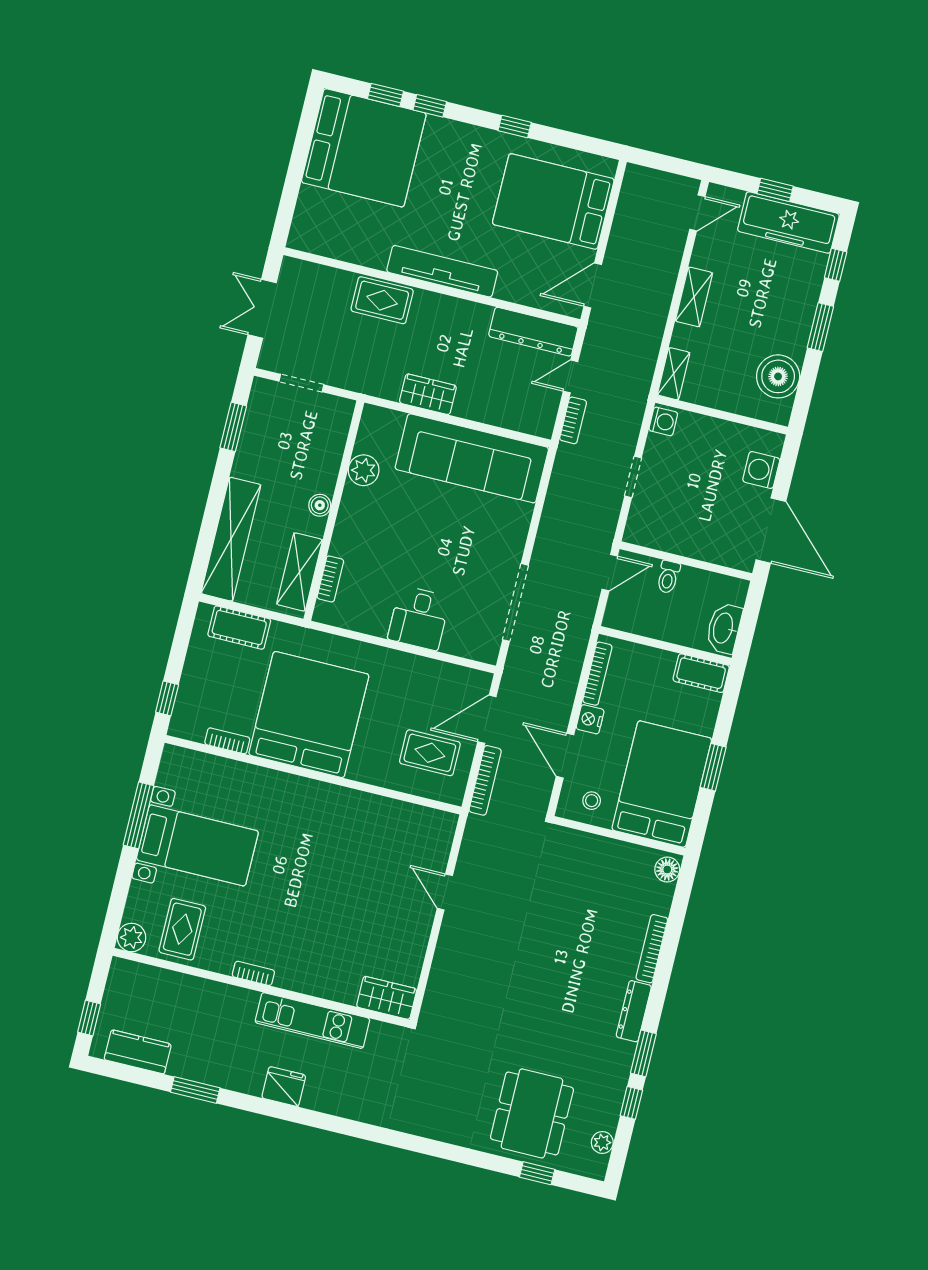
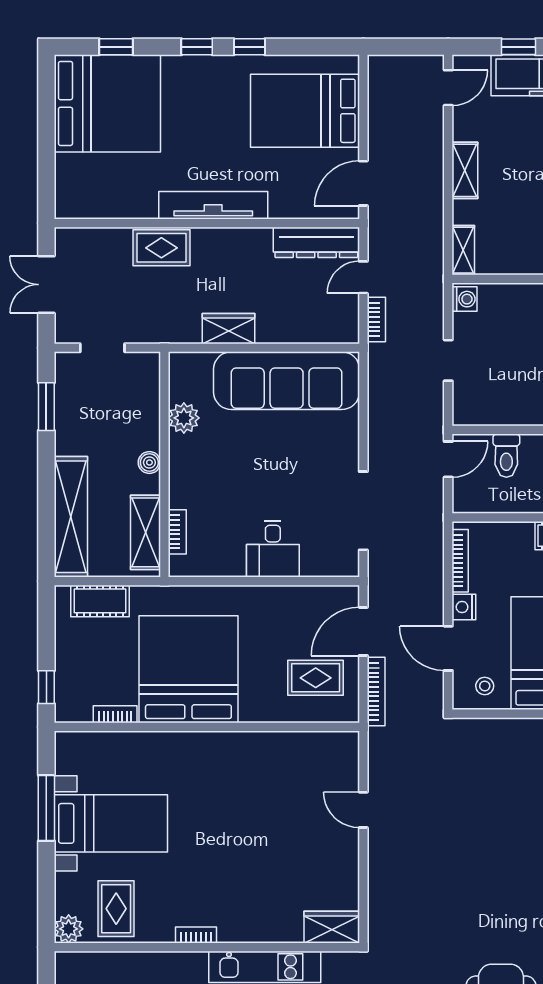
window: (430, 106) -> (197, 47), moved
toilet: (668, 577) -> (506, 456), width x1.37, depth x1.39

